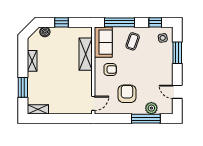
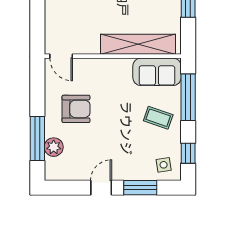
shelving: (86, 54) -> (138, 44), width x1.47
armchair: (110, 70) -> (114, 83), removed
door: (177, 92) -> (101, 188), moved

